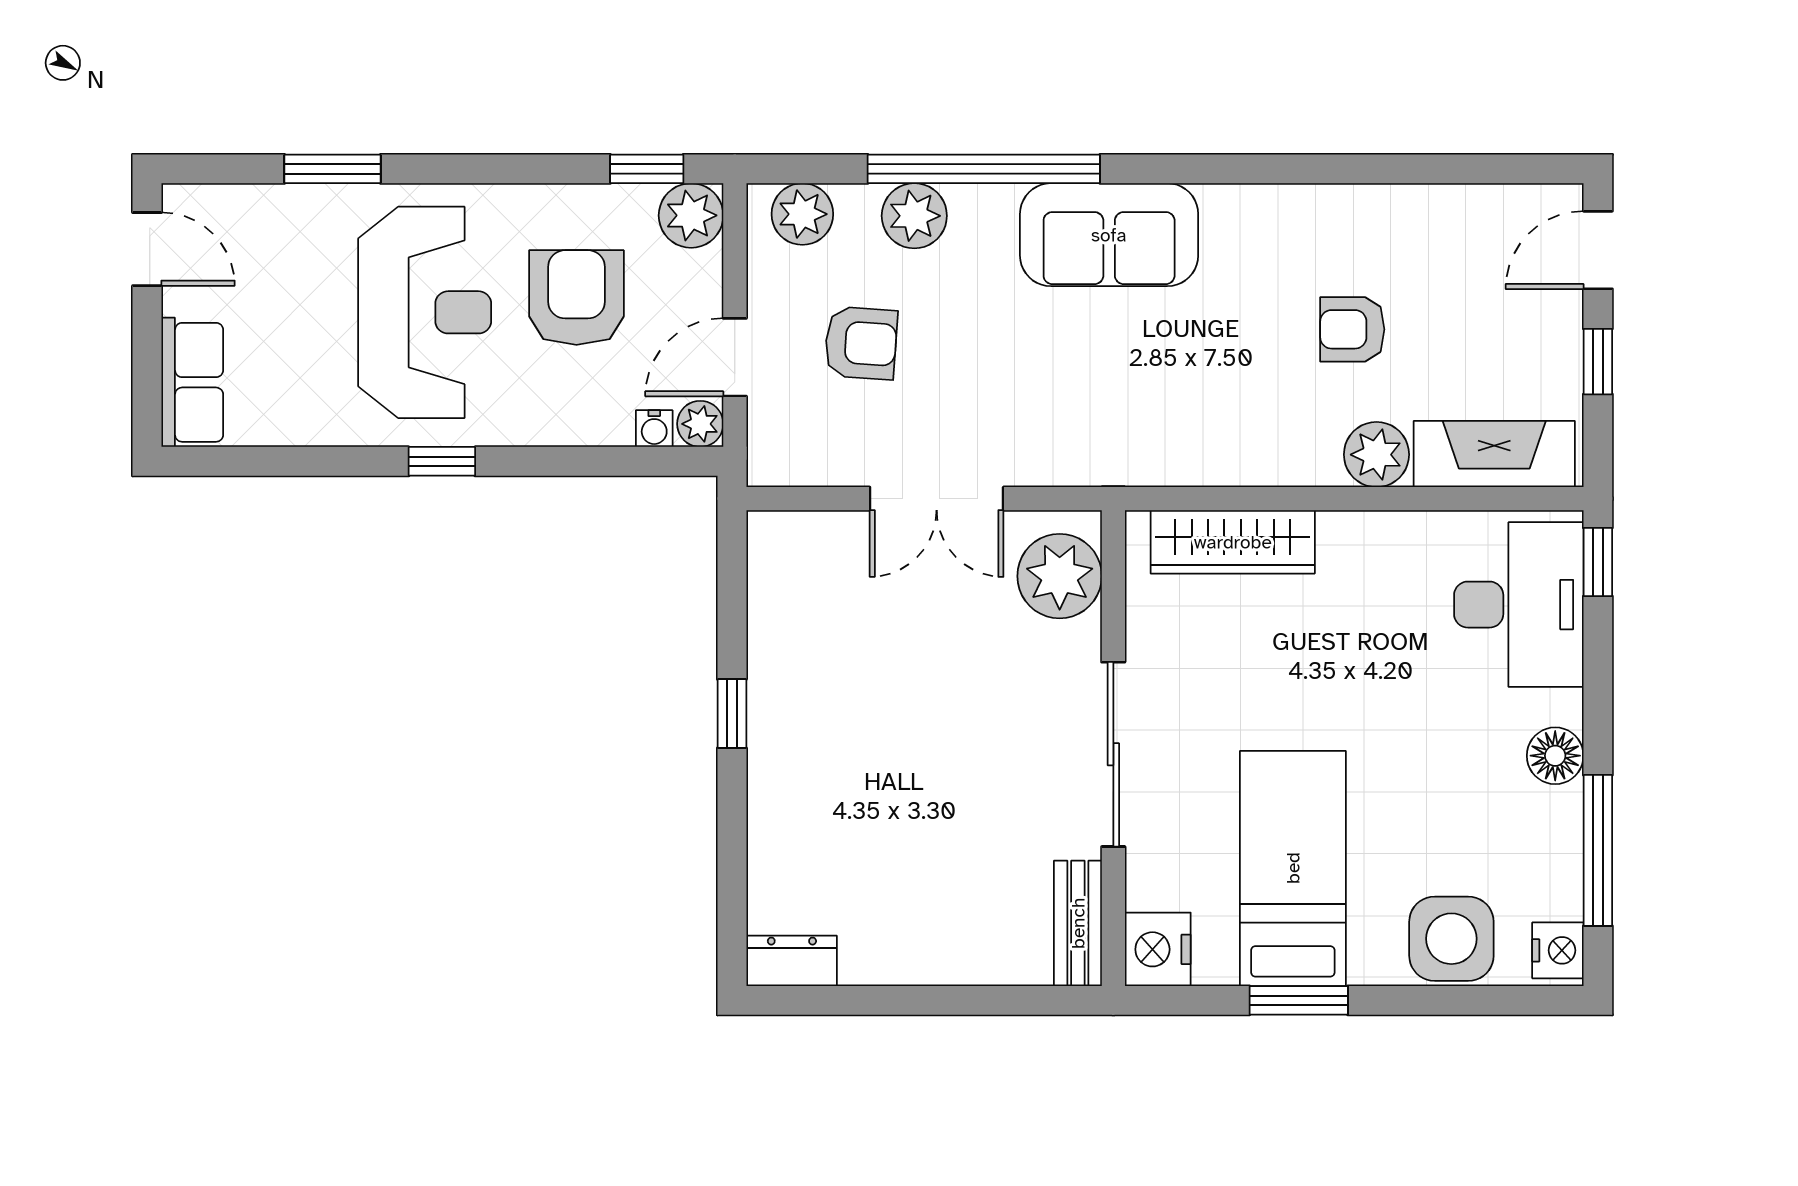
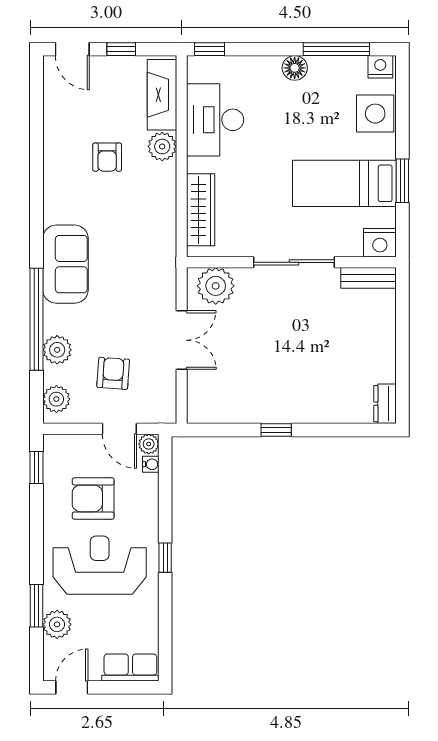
plant: (691, 215) -> (57, 624), moved
desk: (1519, 605) -> (215, 120), moved, turned -90

